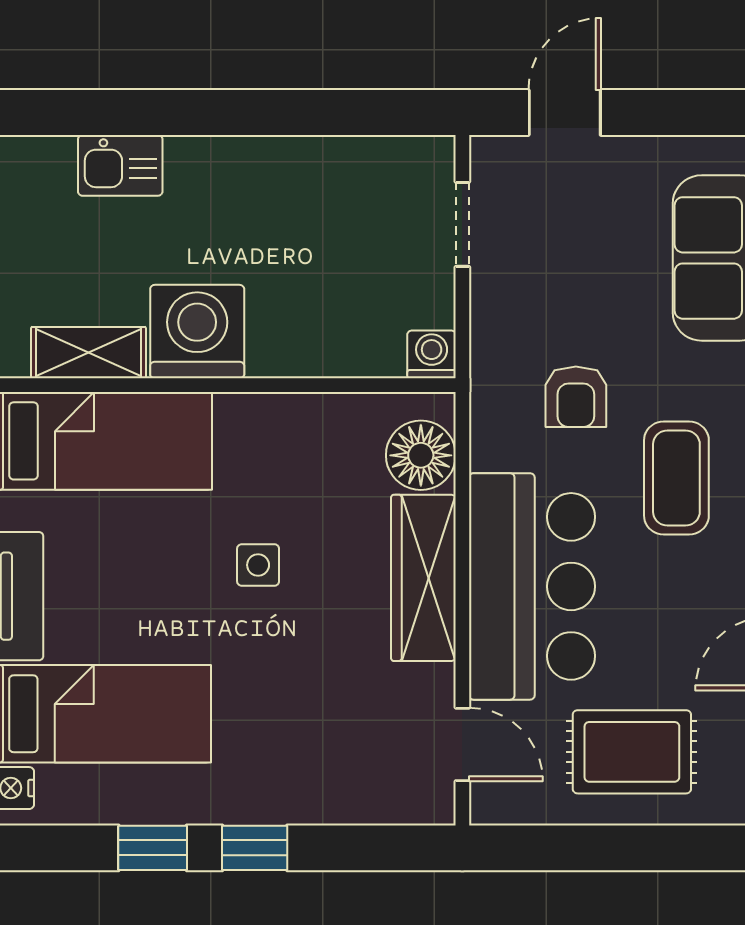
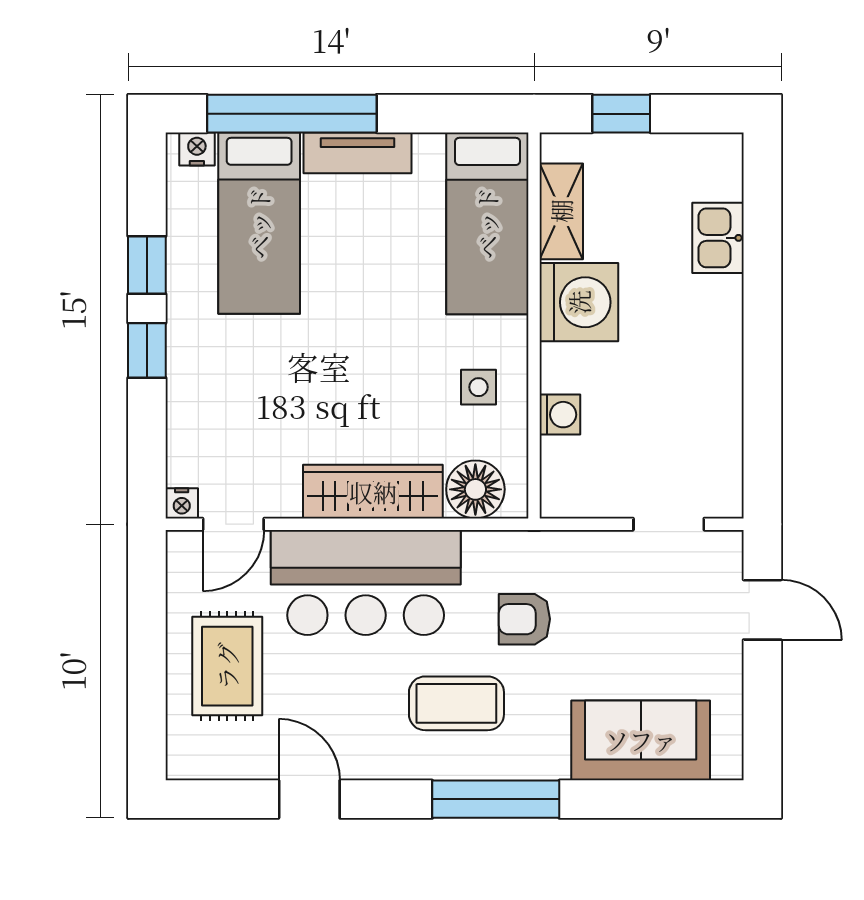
washing machine: (432, 354) -> (560, 415), moved
side table: (258, 565) -> (478, 387), moved
nightstand: (437, 806) -> (182, 503), added

